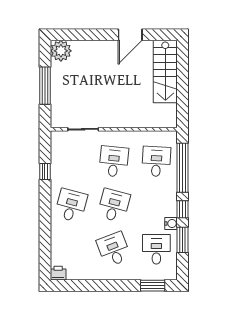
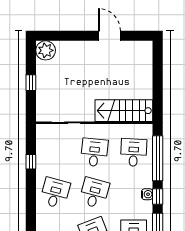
door: (130, 35) -> (109, 36), swing flipped
stairs: (165, 72) -> (124, 111), moved, turned 90
window: (45, 86) -> (31, 83), width x0.46
water cooler: (171, 224) -> (147, 194), moved

